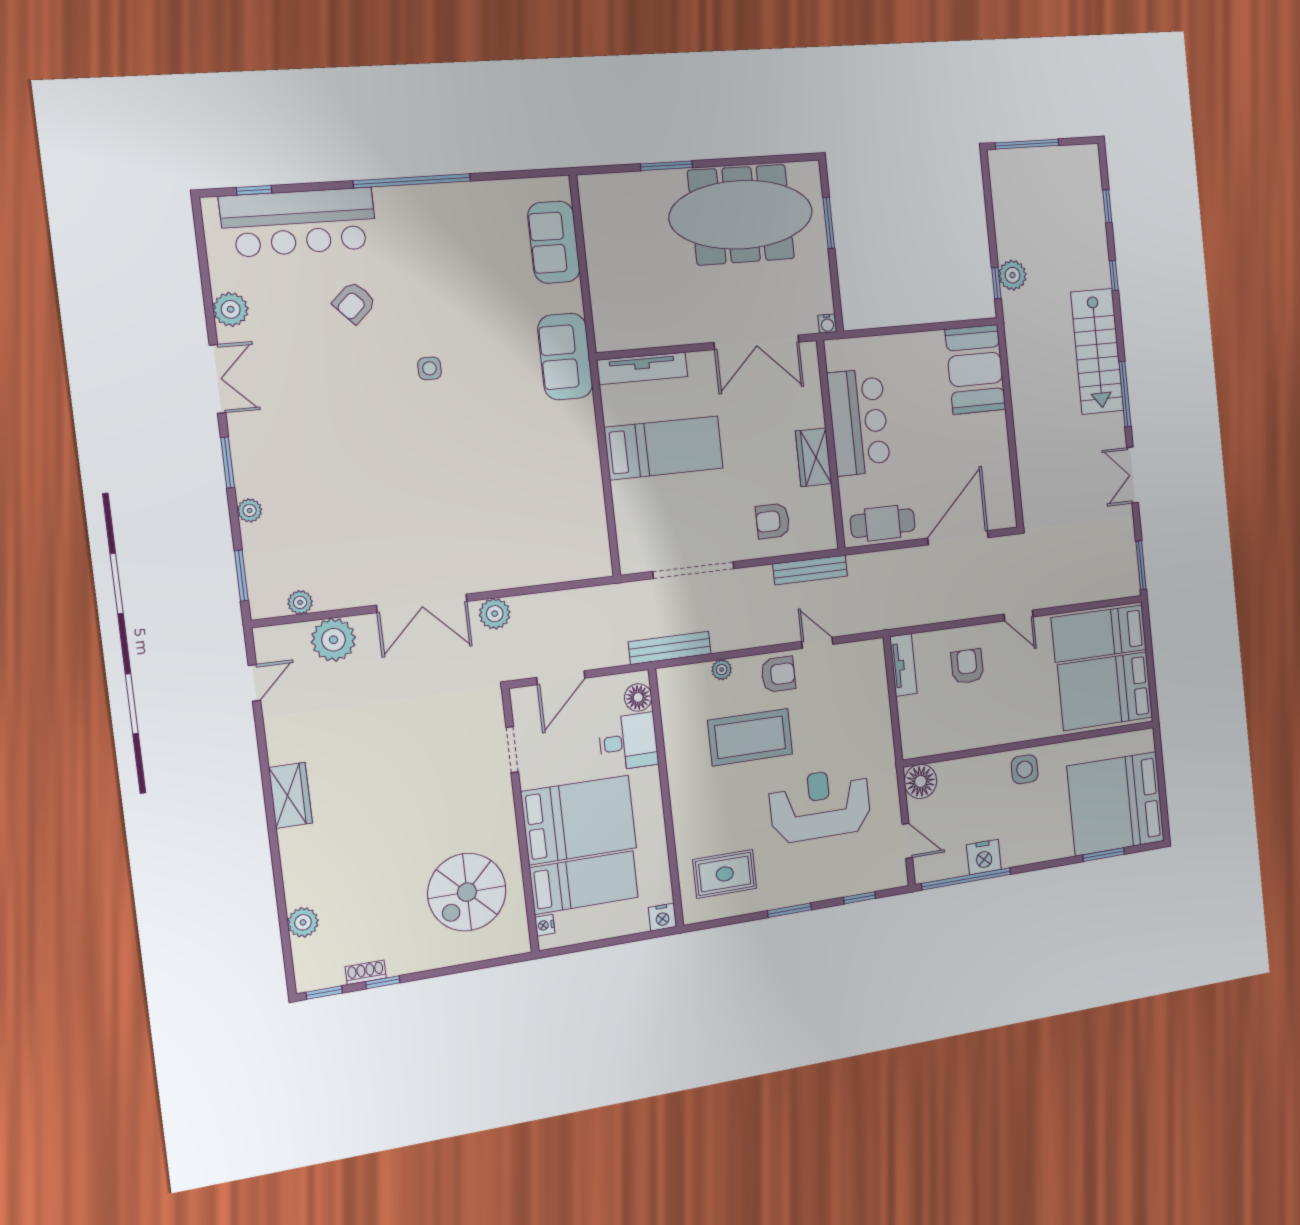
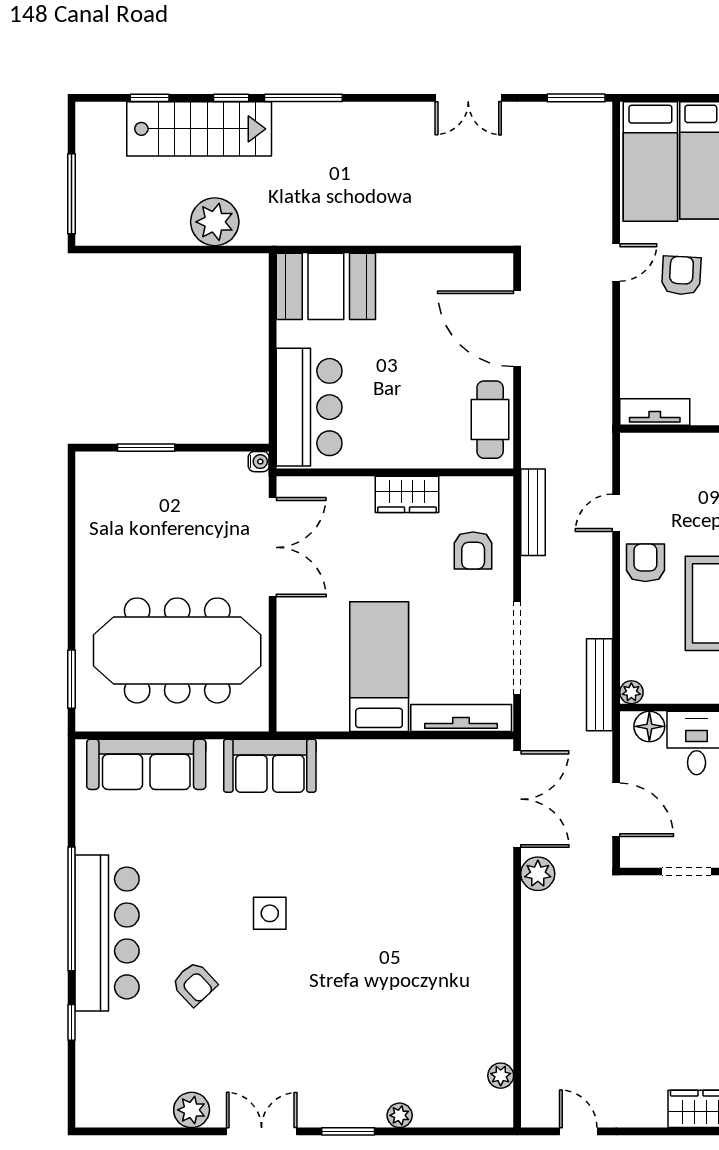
window: (666, 166) -> (72, 679), moved
window: (254, 190) -> (72, 1022), moved
meeting table: (741, 215) -> (177, 650), moved, turned 90
bar counter: (299, 222) -> (107, 933), moved
sofa: (554, 242) -> (146, 764), width x1.36
plant: (1012, 275) -> (215, 222), width x1.36, depth x1.36
window: (996, 283) -> (229, 250), removed
stairs: (1097, 351) -> (199, 129), moved
side table: (429, 368) -> (270, 913), width x1.37, depth x1.37
tv unit: (642, 368) -> (461, 718), moved, turned -90
window: (1125, 394) -> (303, 98), moved
bar counter: (859, 422) -> (309, 407), moved, turned 90
window: (241, 576) -> (466, 1131), removed
double door: (422, 603) -> (517, 799), moved
plant: (334, 640) -> (544, 1046), removed
armchair: (967, 666) -> (681, 275), moved, turned 93
plant: (722, 670) -> (631, 692), moved

